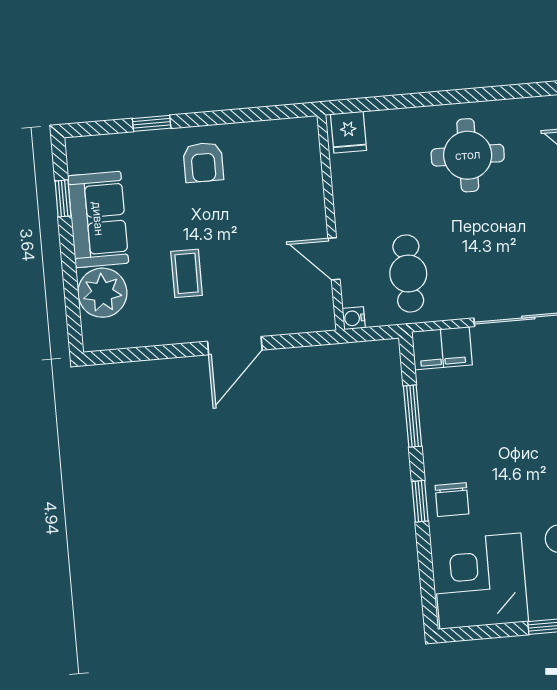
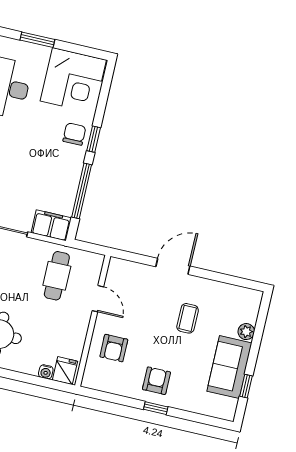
window: (152, 123) -> (156, 408), moved
armchair: (285, 191) -> (114, 348), added
plant: (102, 293) -> (246, 332), width x0.53, depth x0.53
water cooler: (354, 318) -> (46, 372), moved, turned 90
window: (413, 416) -> (82, 191), width x1.44

